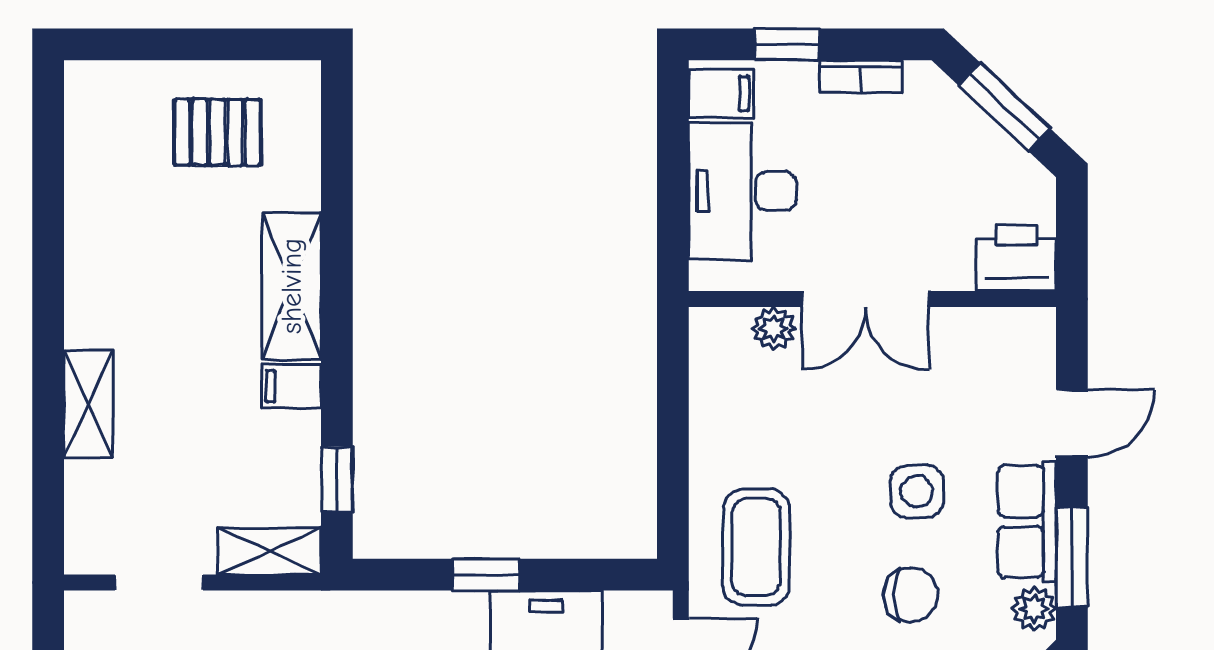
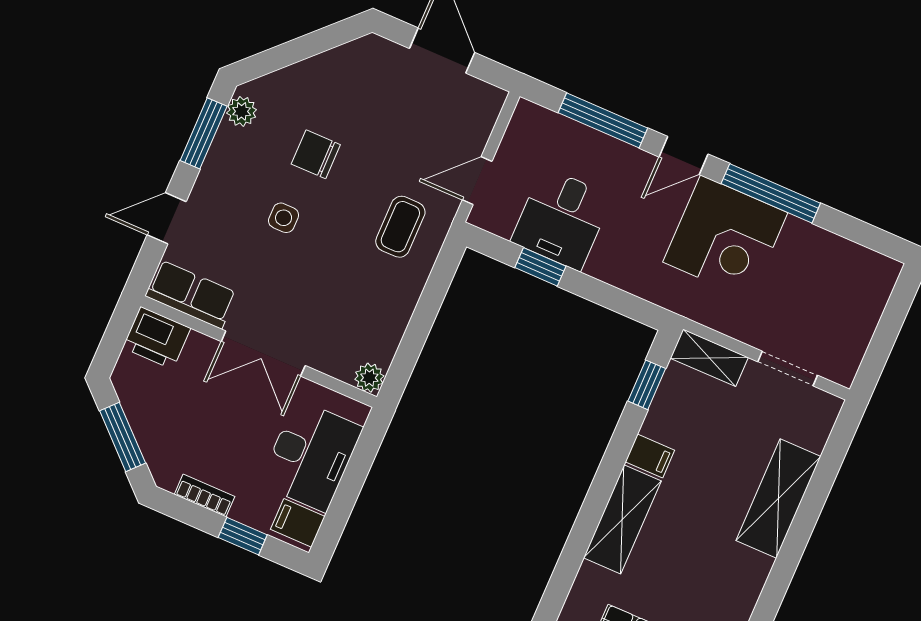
double door: (865, 299) -> (263, 354), swing flipped
plant: (774, 328) -> (369, 378), moved
shelving: (88, 404) -> (778, 498), width x1.50, depth x1.33
side table: (917, 491) -> (284, 218), width x0.73, depth x0.73
row of seats: (1027, 522) -> (191, 294), moved, turned -90
coffee table: (756, 547) -> (400, 227), width x0.73, depth x0.77
window: (486, 575) -> (540, 267), moved

